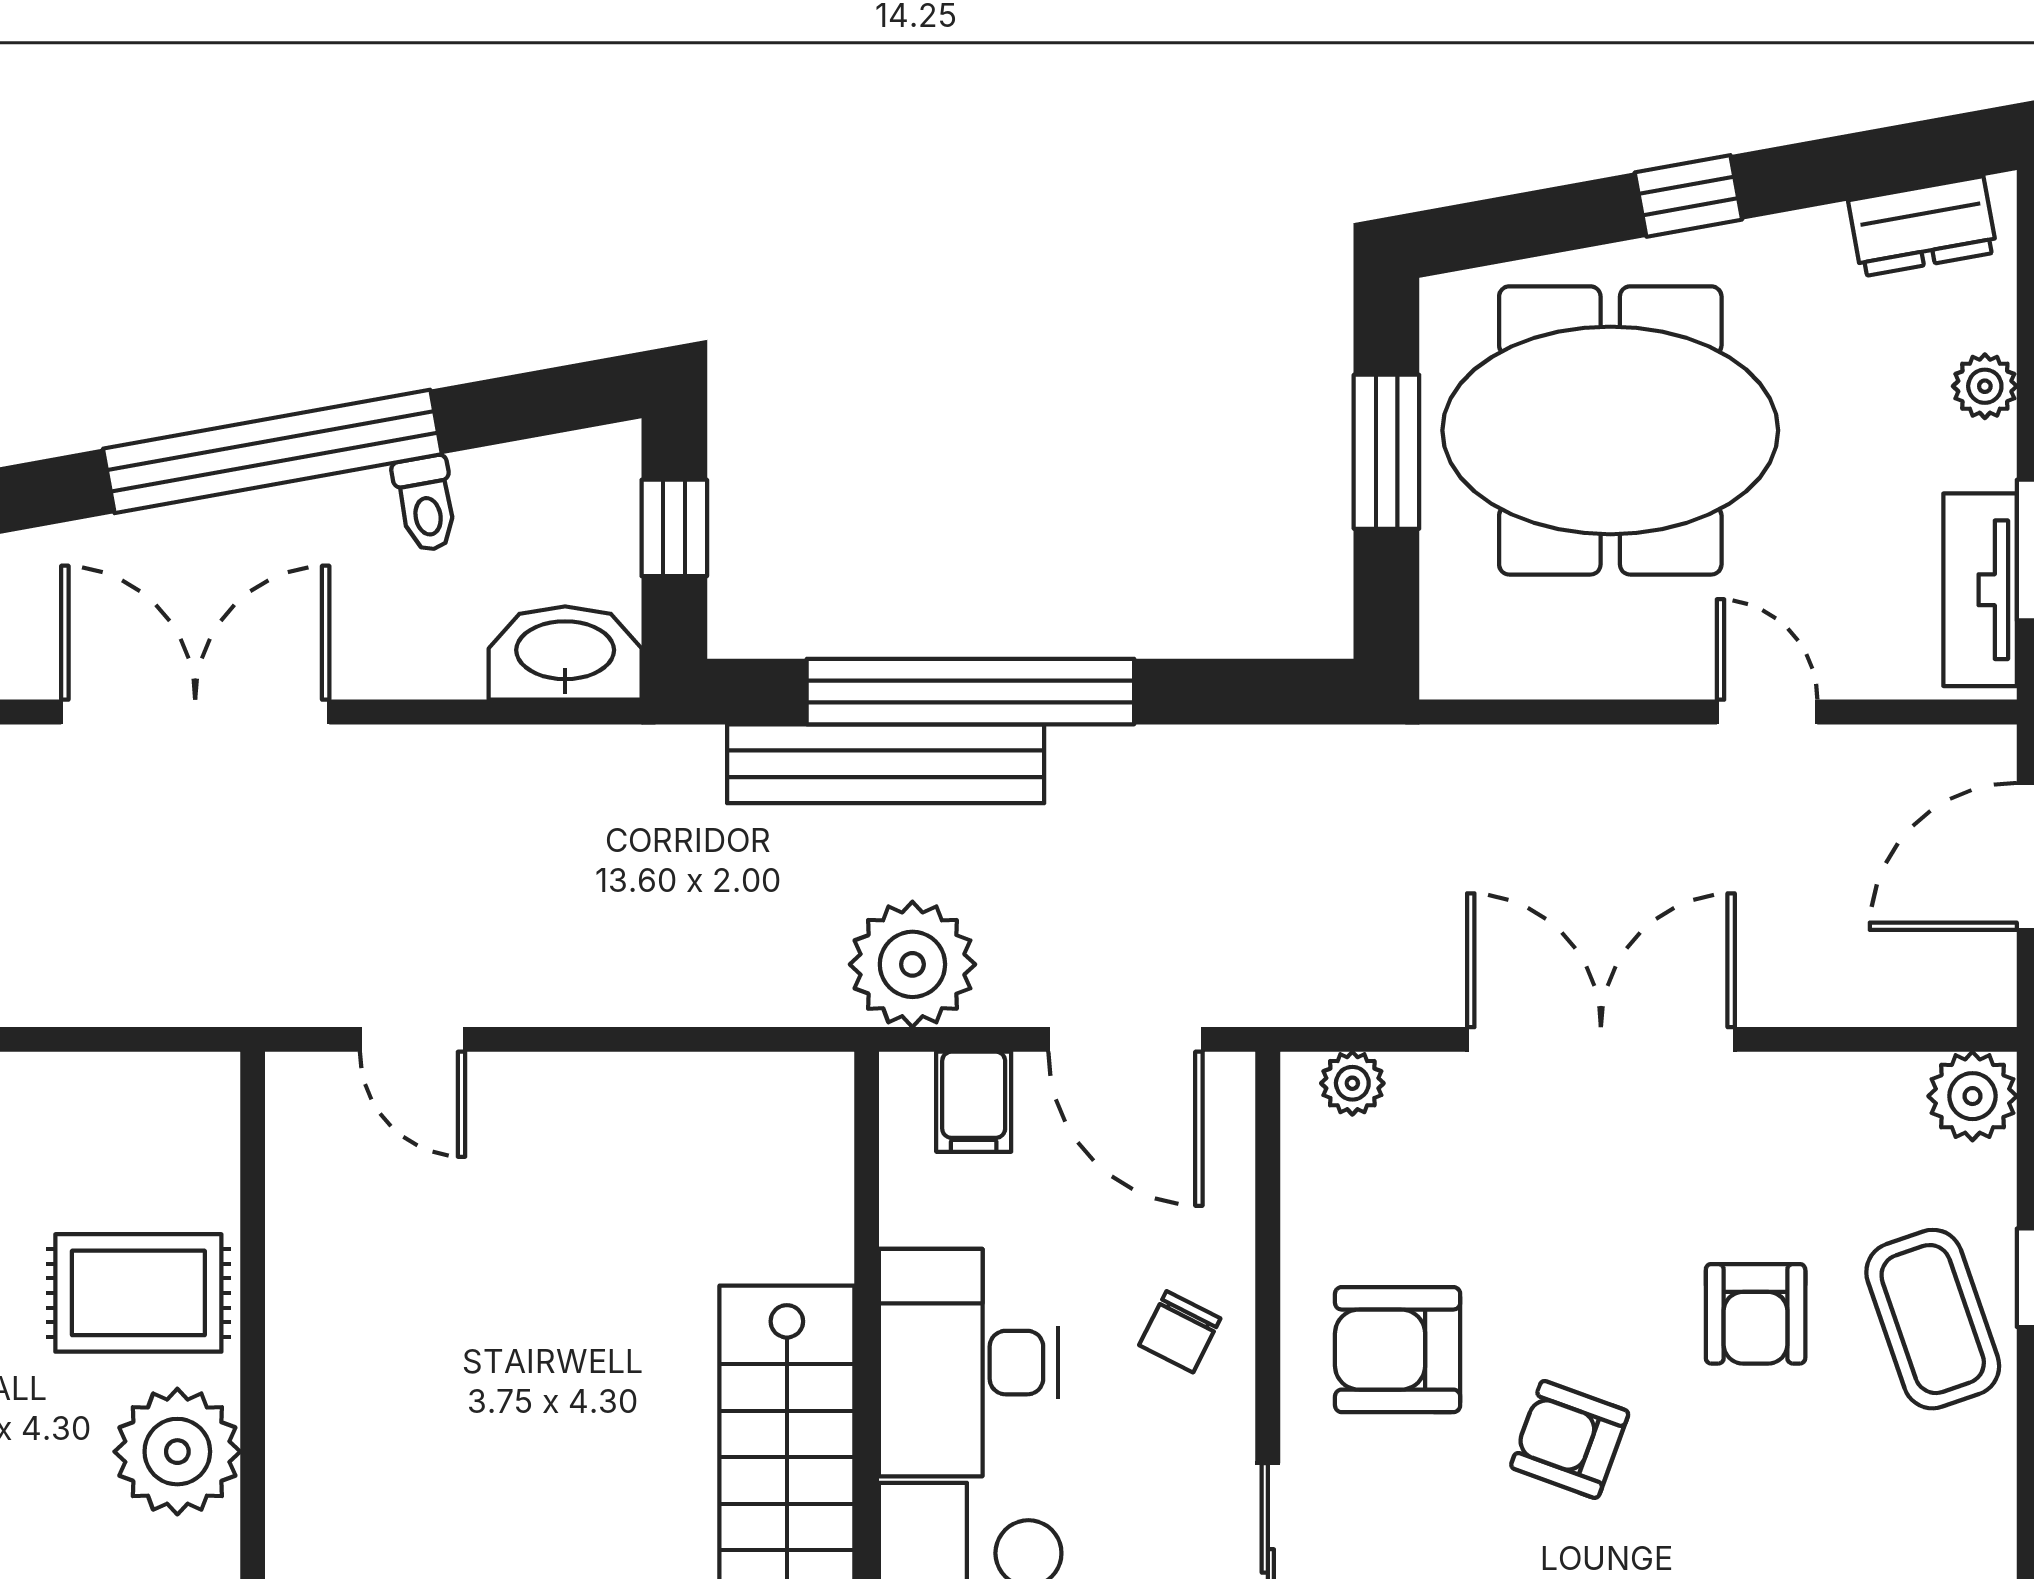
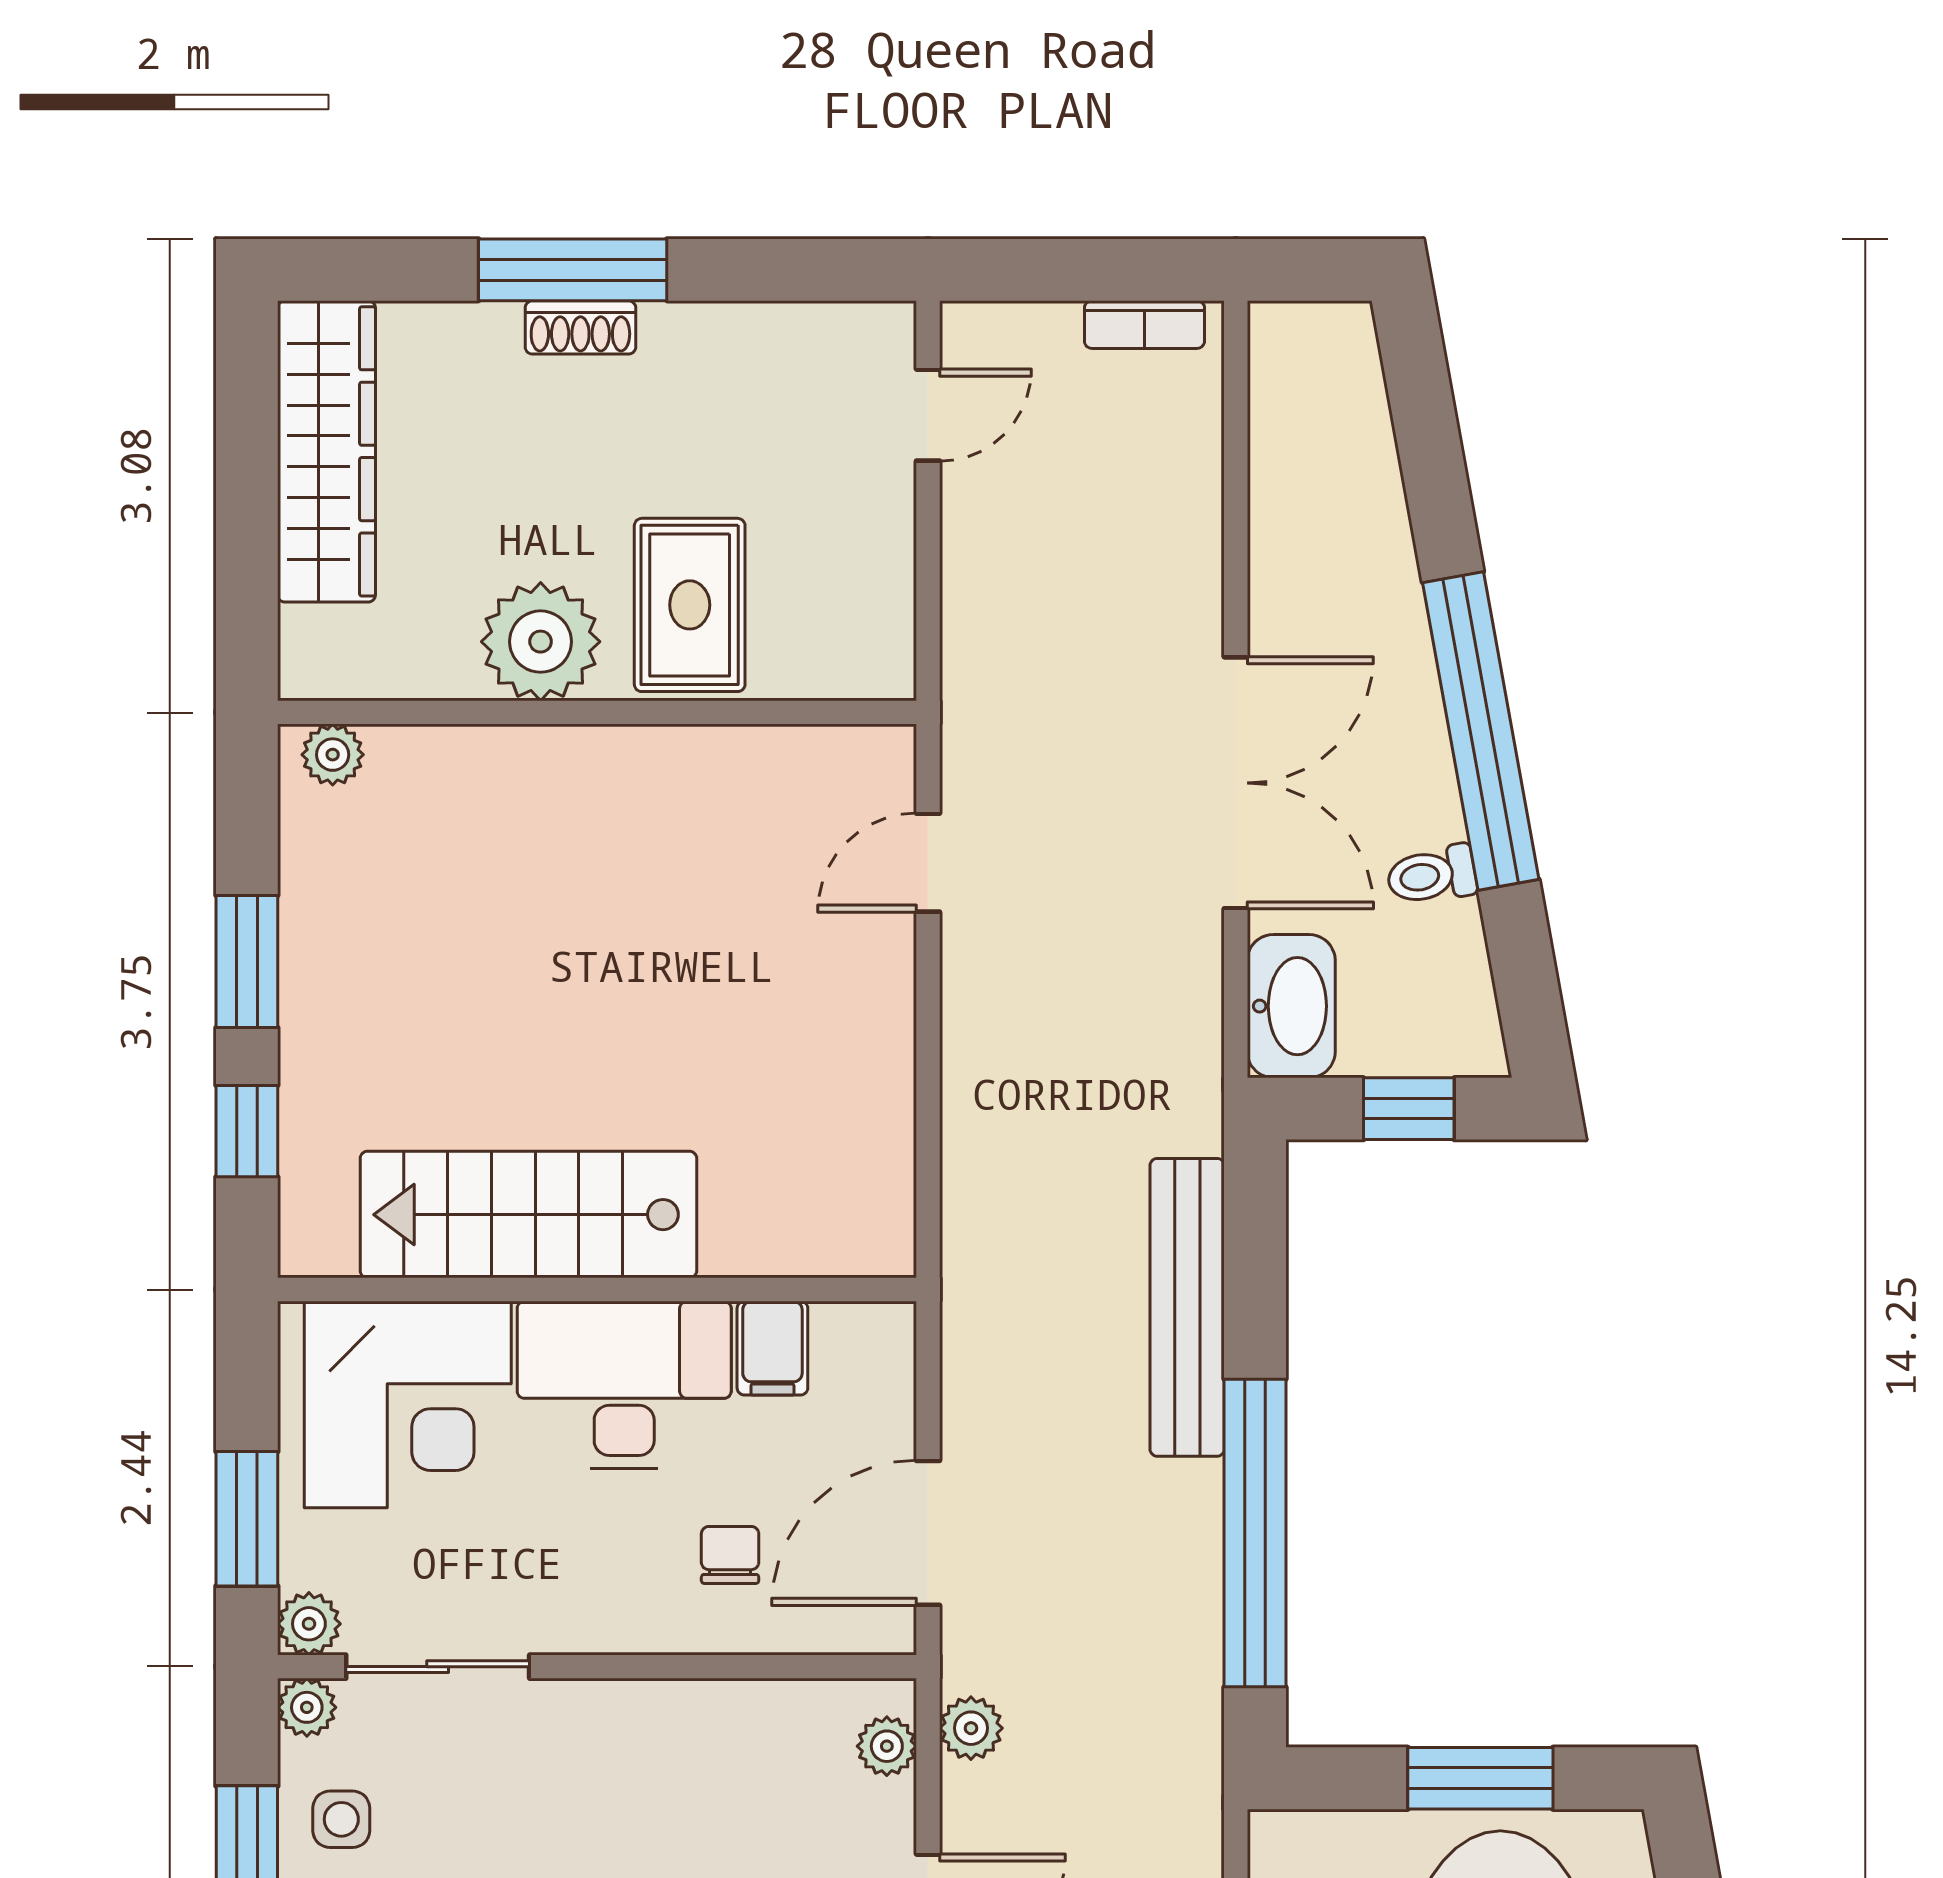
window: (970, 692) -> (1255, 1533), moved
double door: (195, 712) -> (1236, 783), moved
plant: (912, 964) -> (971, 1728), moved, width x0.53, depth x0.53
filing cabinet: (974, 1102) -> (772, 1348), moved, turned -90
chair: (1180, 1332) -> (730, 1555), moved, turned 63
armchair: (1398, 1350) -> (636, 1789), removed

